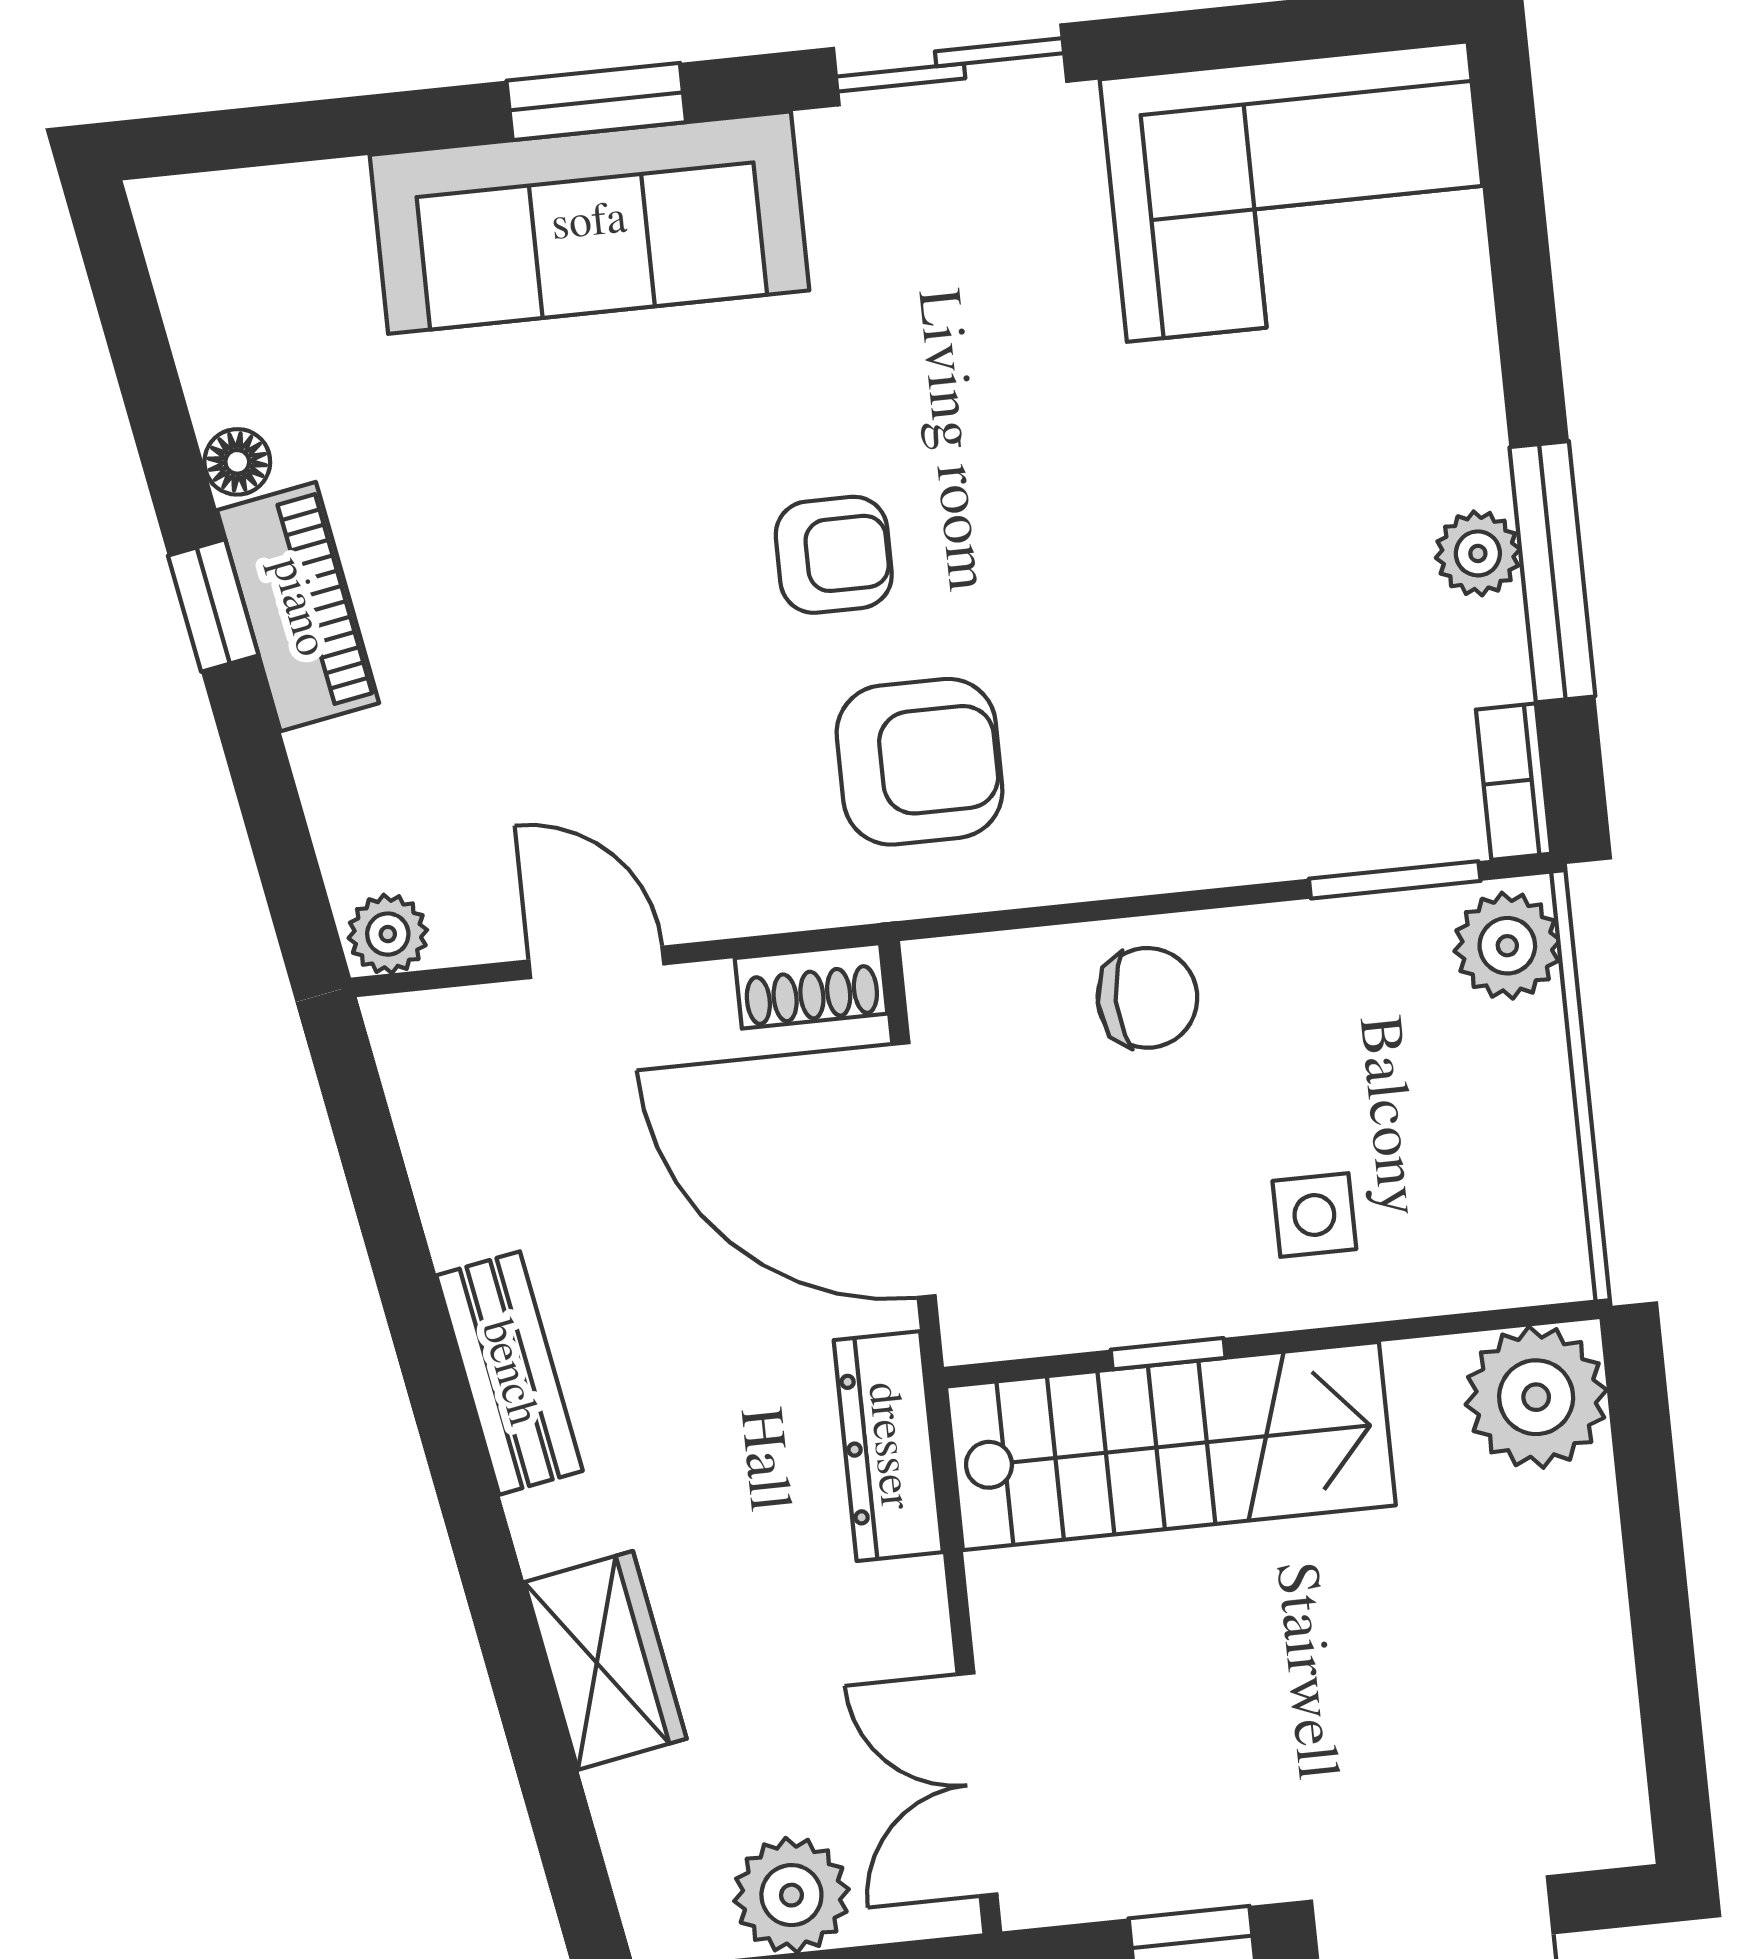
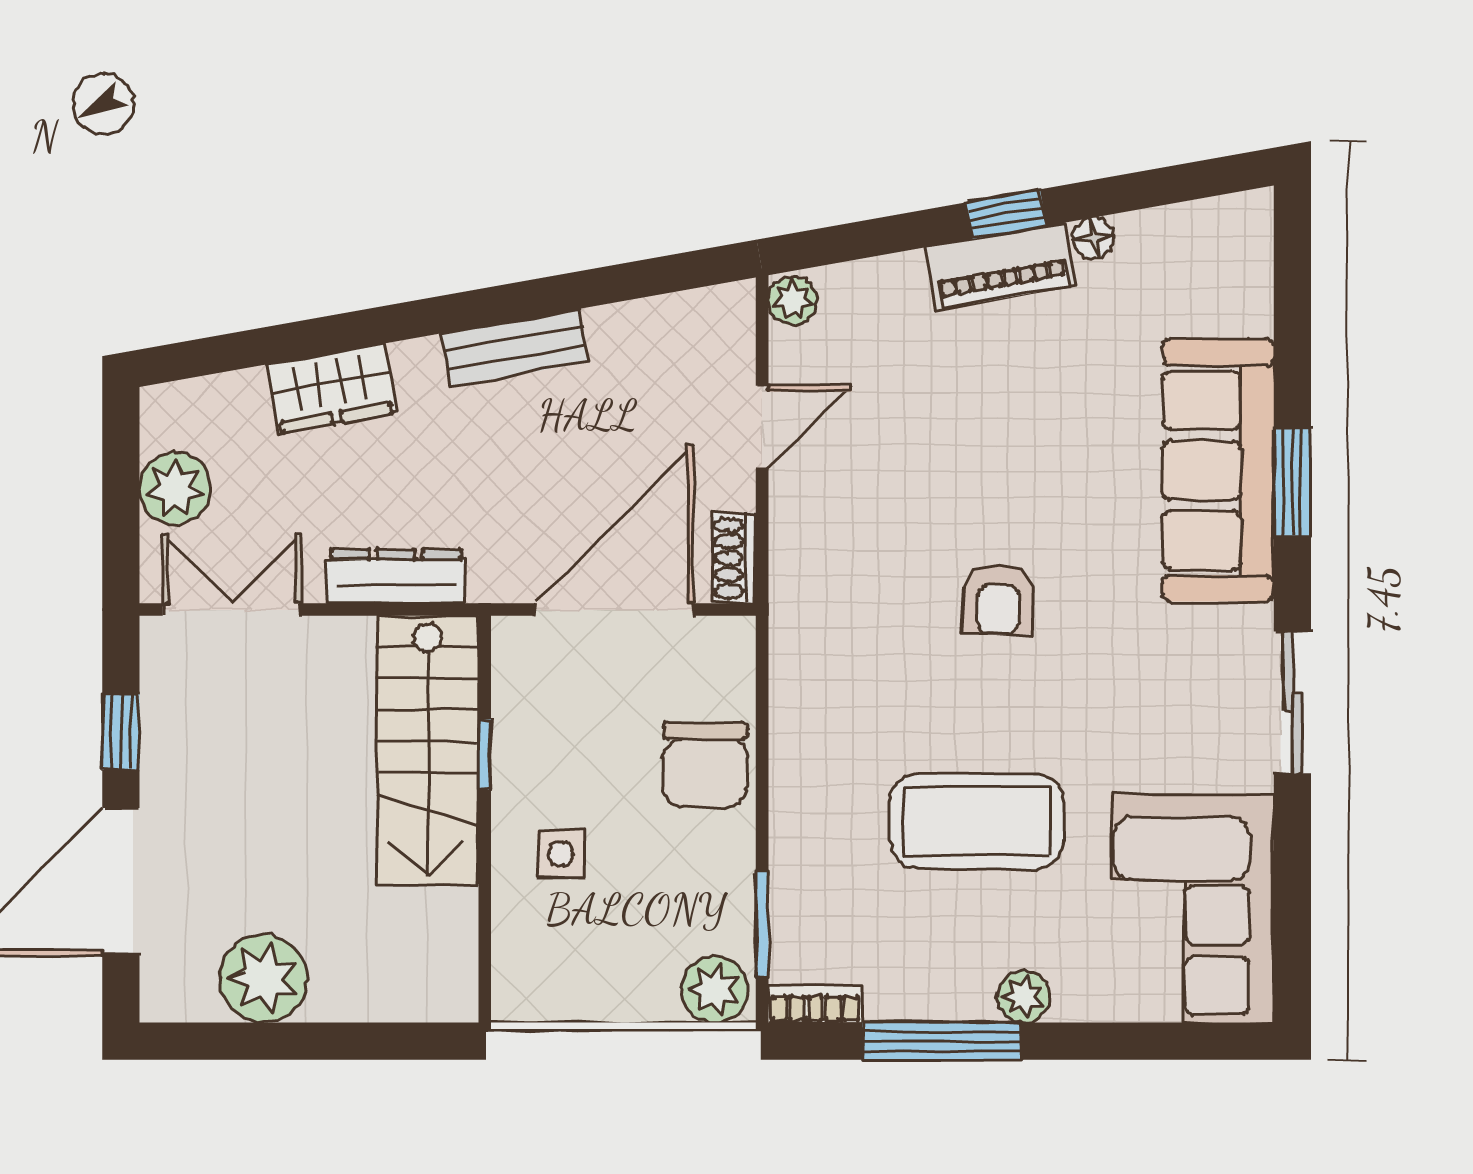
coffee table: (1193, 553) -> (976, 821), added
plant: (1478, 553) -> (1024, 996), moved
armchair: (920, 762) -> (865, 639), removed
chair: (1147, 998) -> (705, 765), width x1.37, depth x1.37
plant: (1536, 1397) -> (264, 979), moved
dresser: (888, 1446) -> (396, 576), moved

